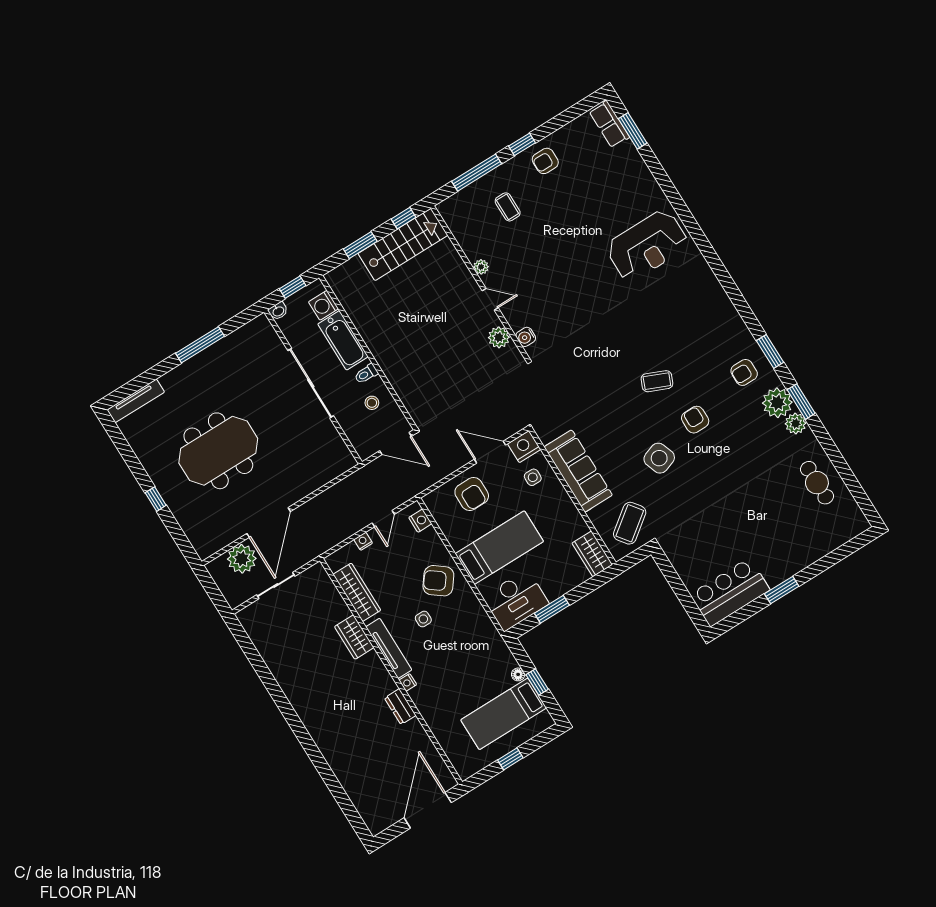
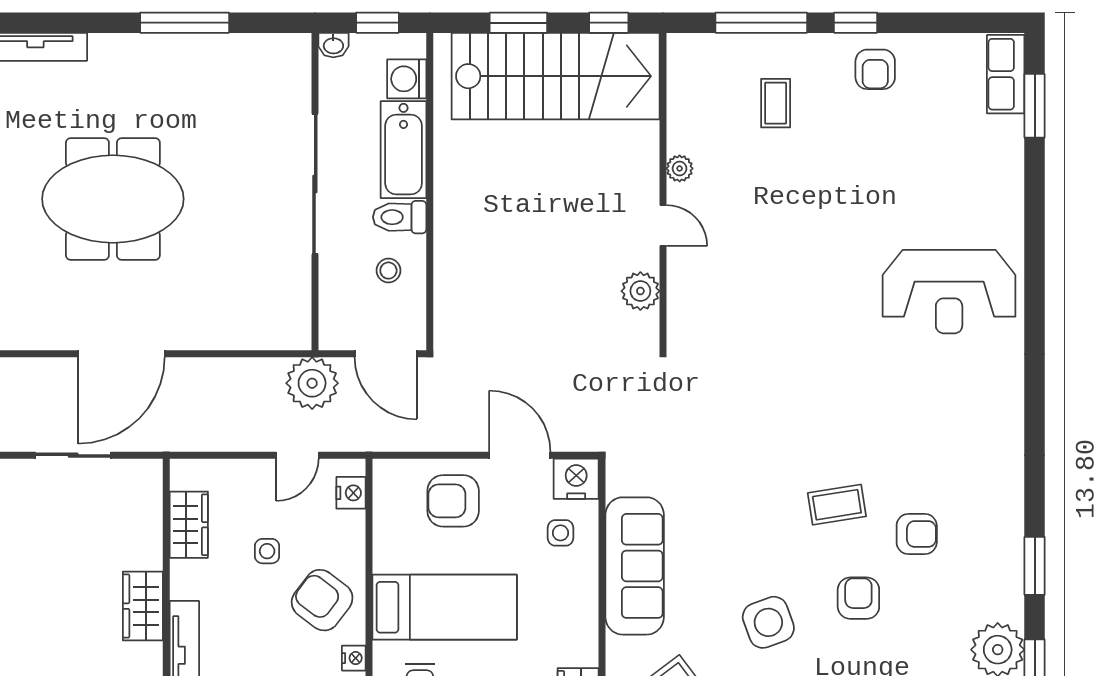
armchair: (545, 161) -> (875, 69), turned -90
stairs: (403, 244) -> (556, 76), width x1.36, depth x1.51
water cooler: (526, 337) -> (681, 315), removed
armchair: (744, 372) -> (917, 534), moved, turned 180
toilet: (366, 374) -> (400, 217), width x1.37, depth x1.39
coffee table: (657, 381) -> (837, 505), turned -32
armchair: (472, 494) -> (453, 501), turned 90
nightstand: (363, 541) -> (354, 658), moved, turned 90
plant: (242, 559) -> (312, 383), moved
wardrobe: (357, 592) -> (189, 525), width x0.67
side table: (423, 619) -> (267, 551), moved

